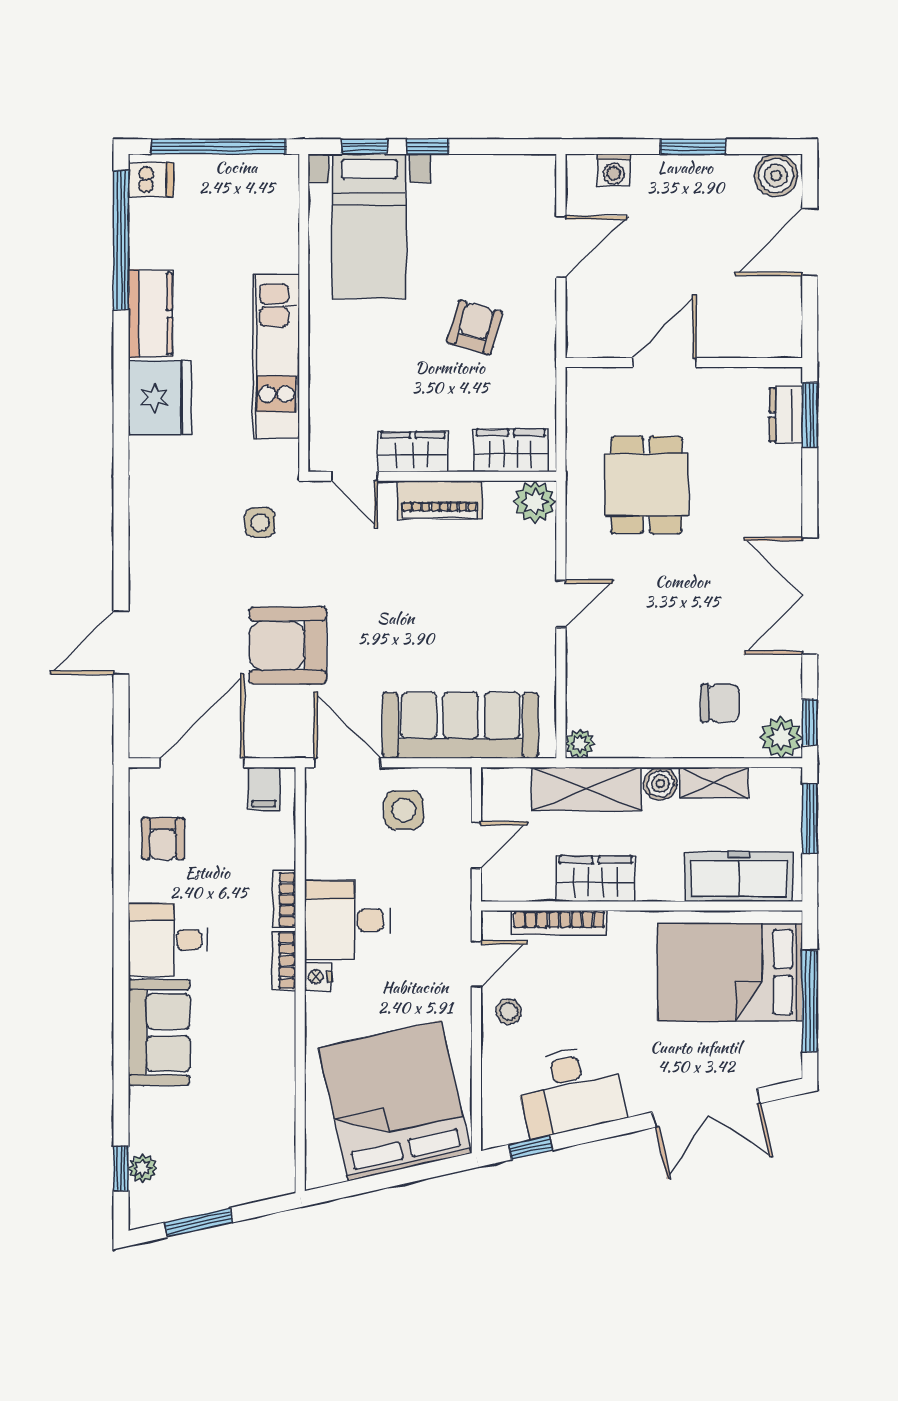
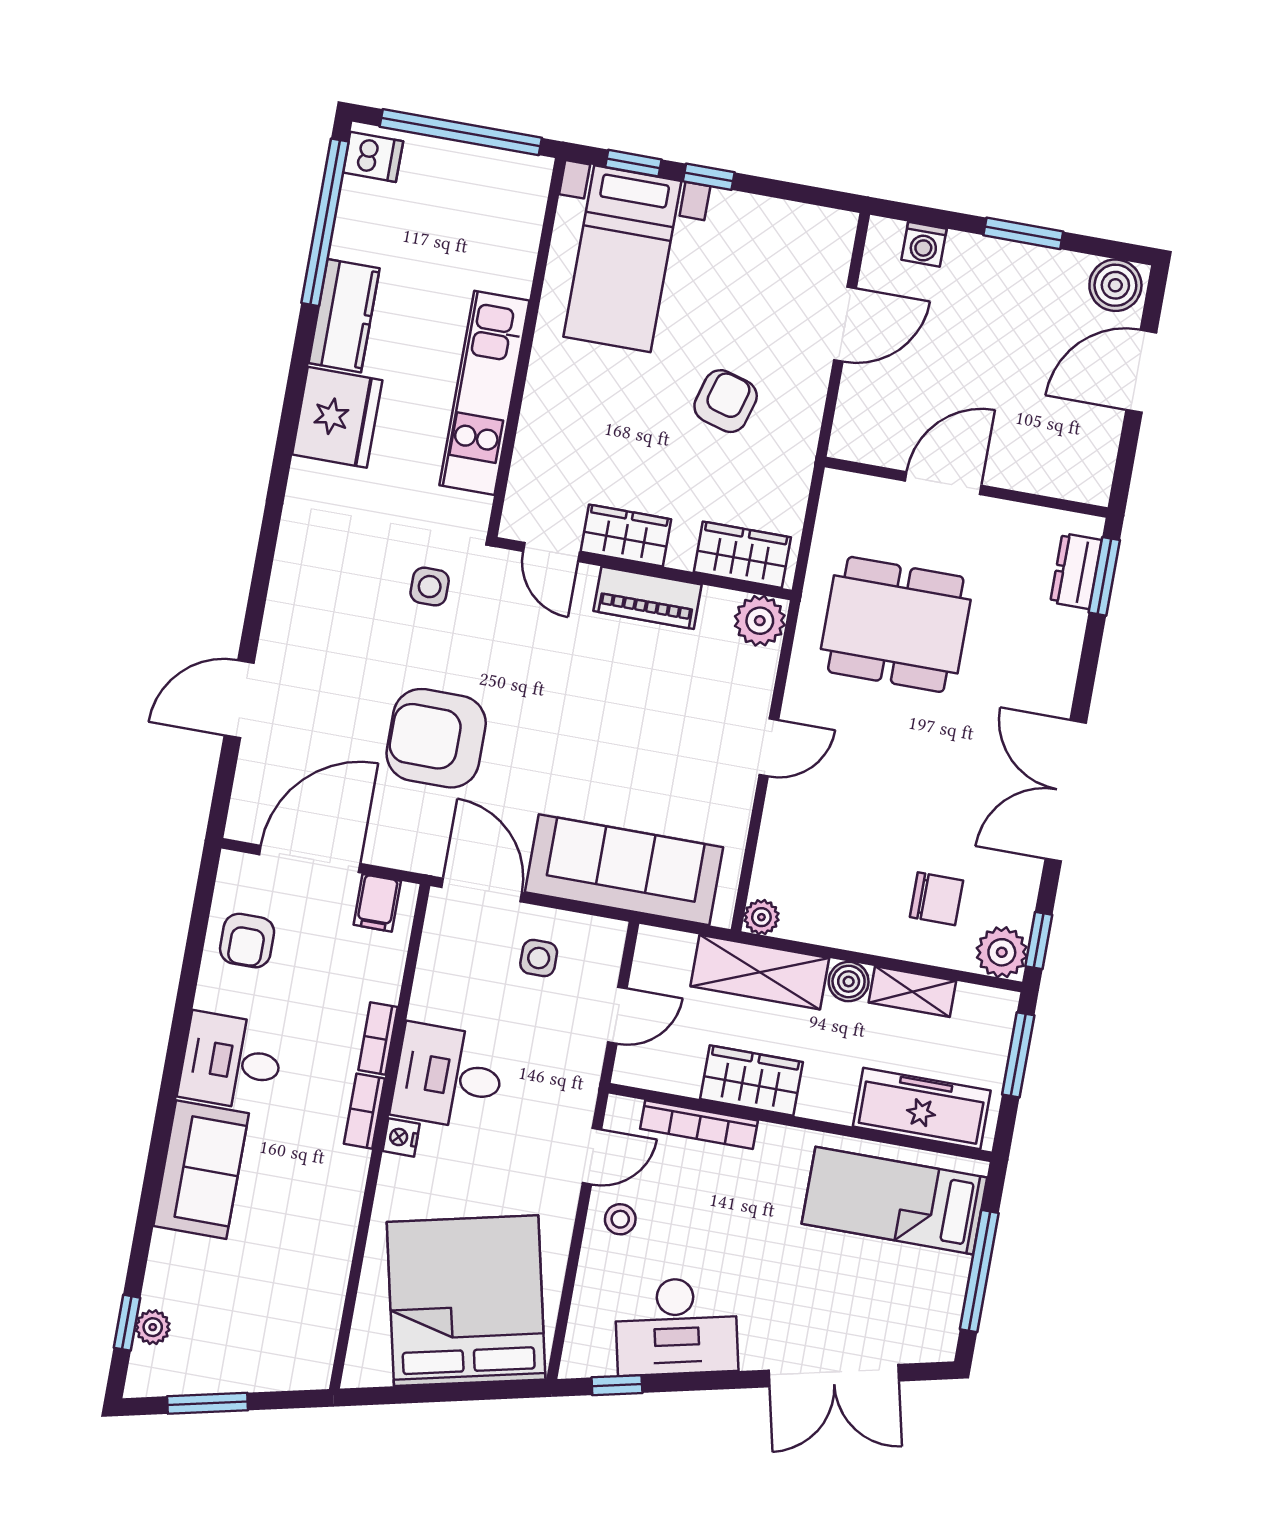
dining table: (646, 485) -> (896, 624), width x1.38
side table: (404, 810) -> (539, 958), width x0.73, depth x0.73
bed: (730, 972) -> (894, 1201), width x0.67

